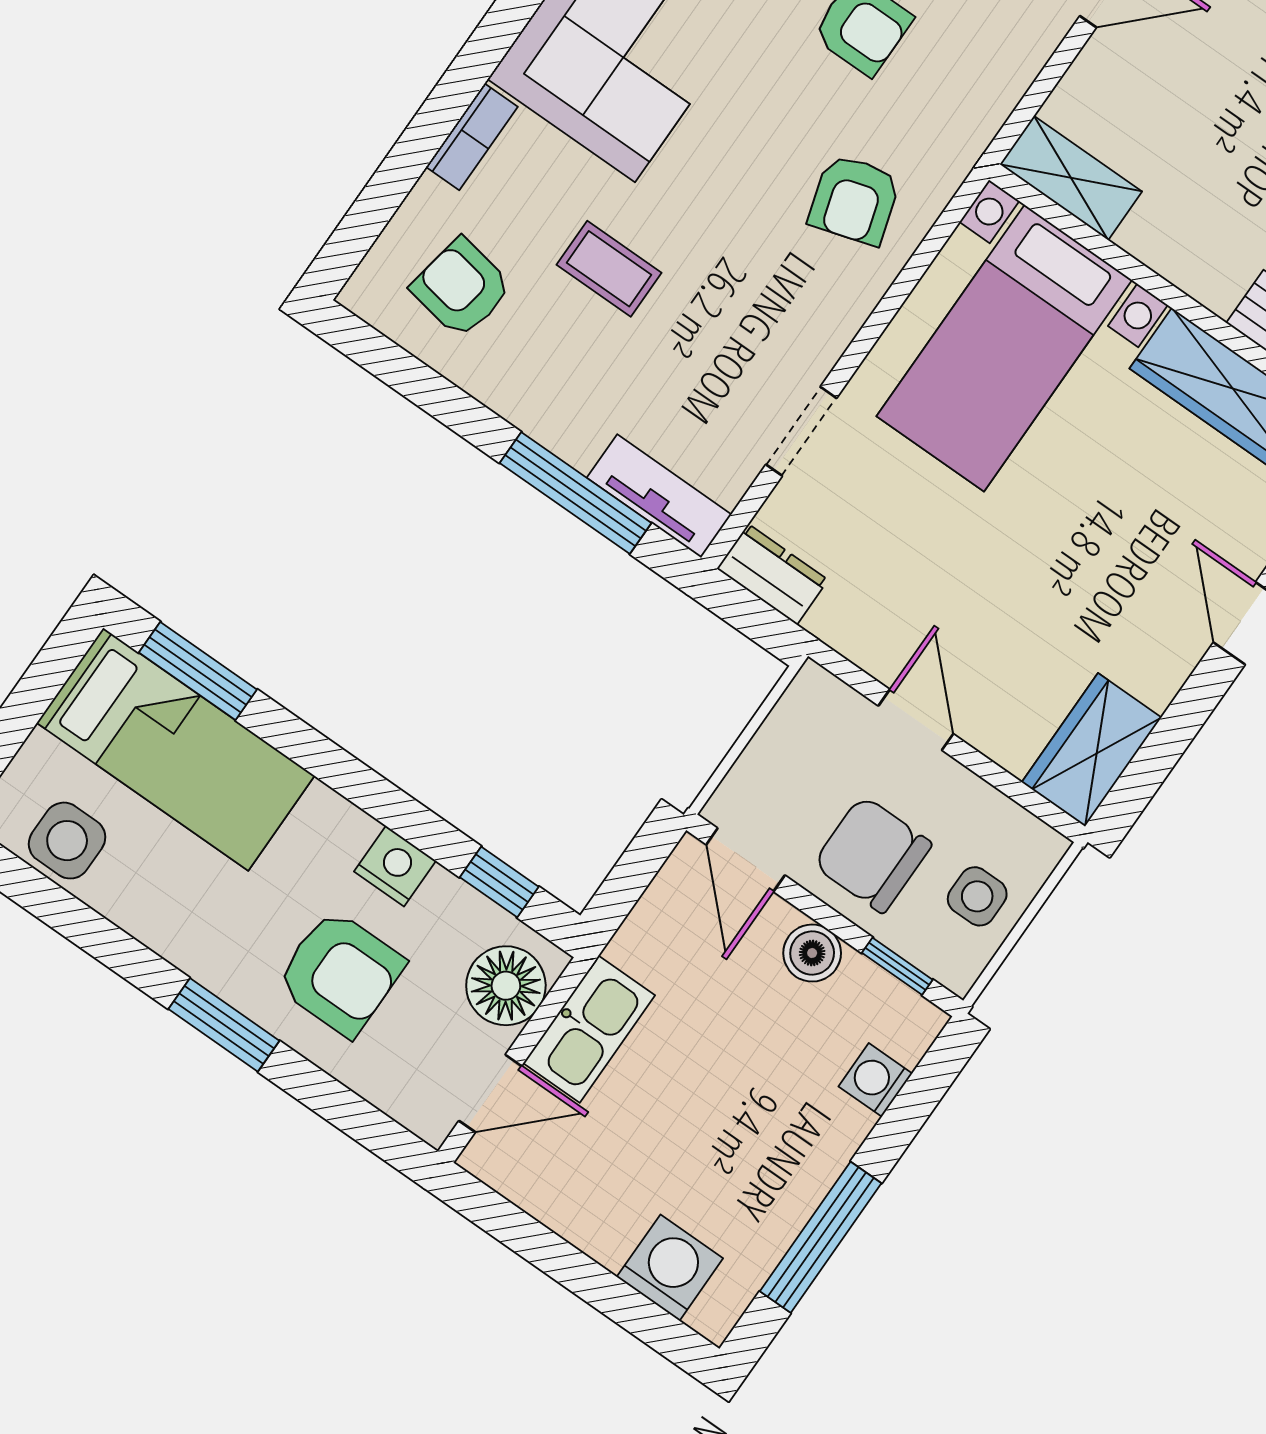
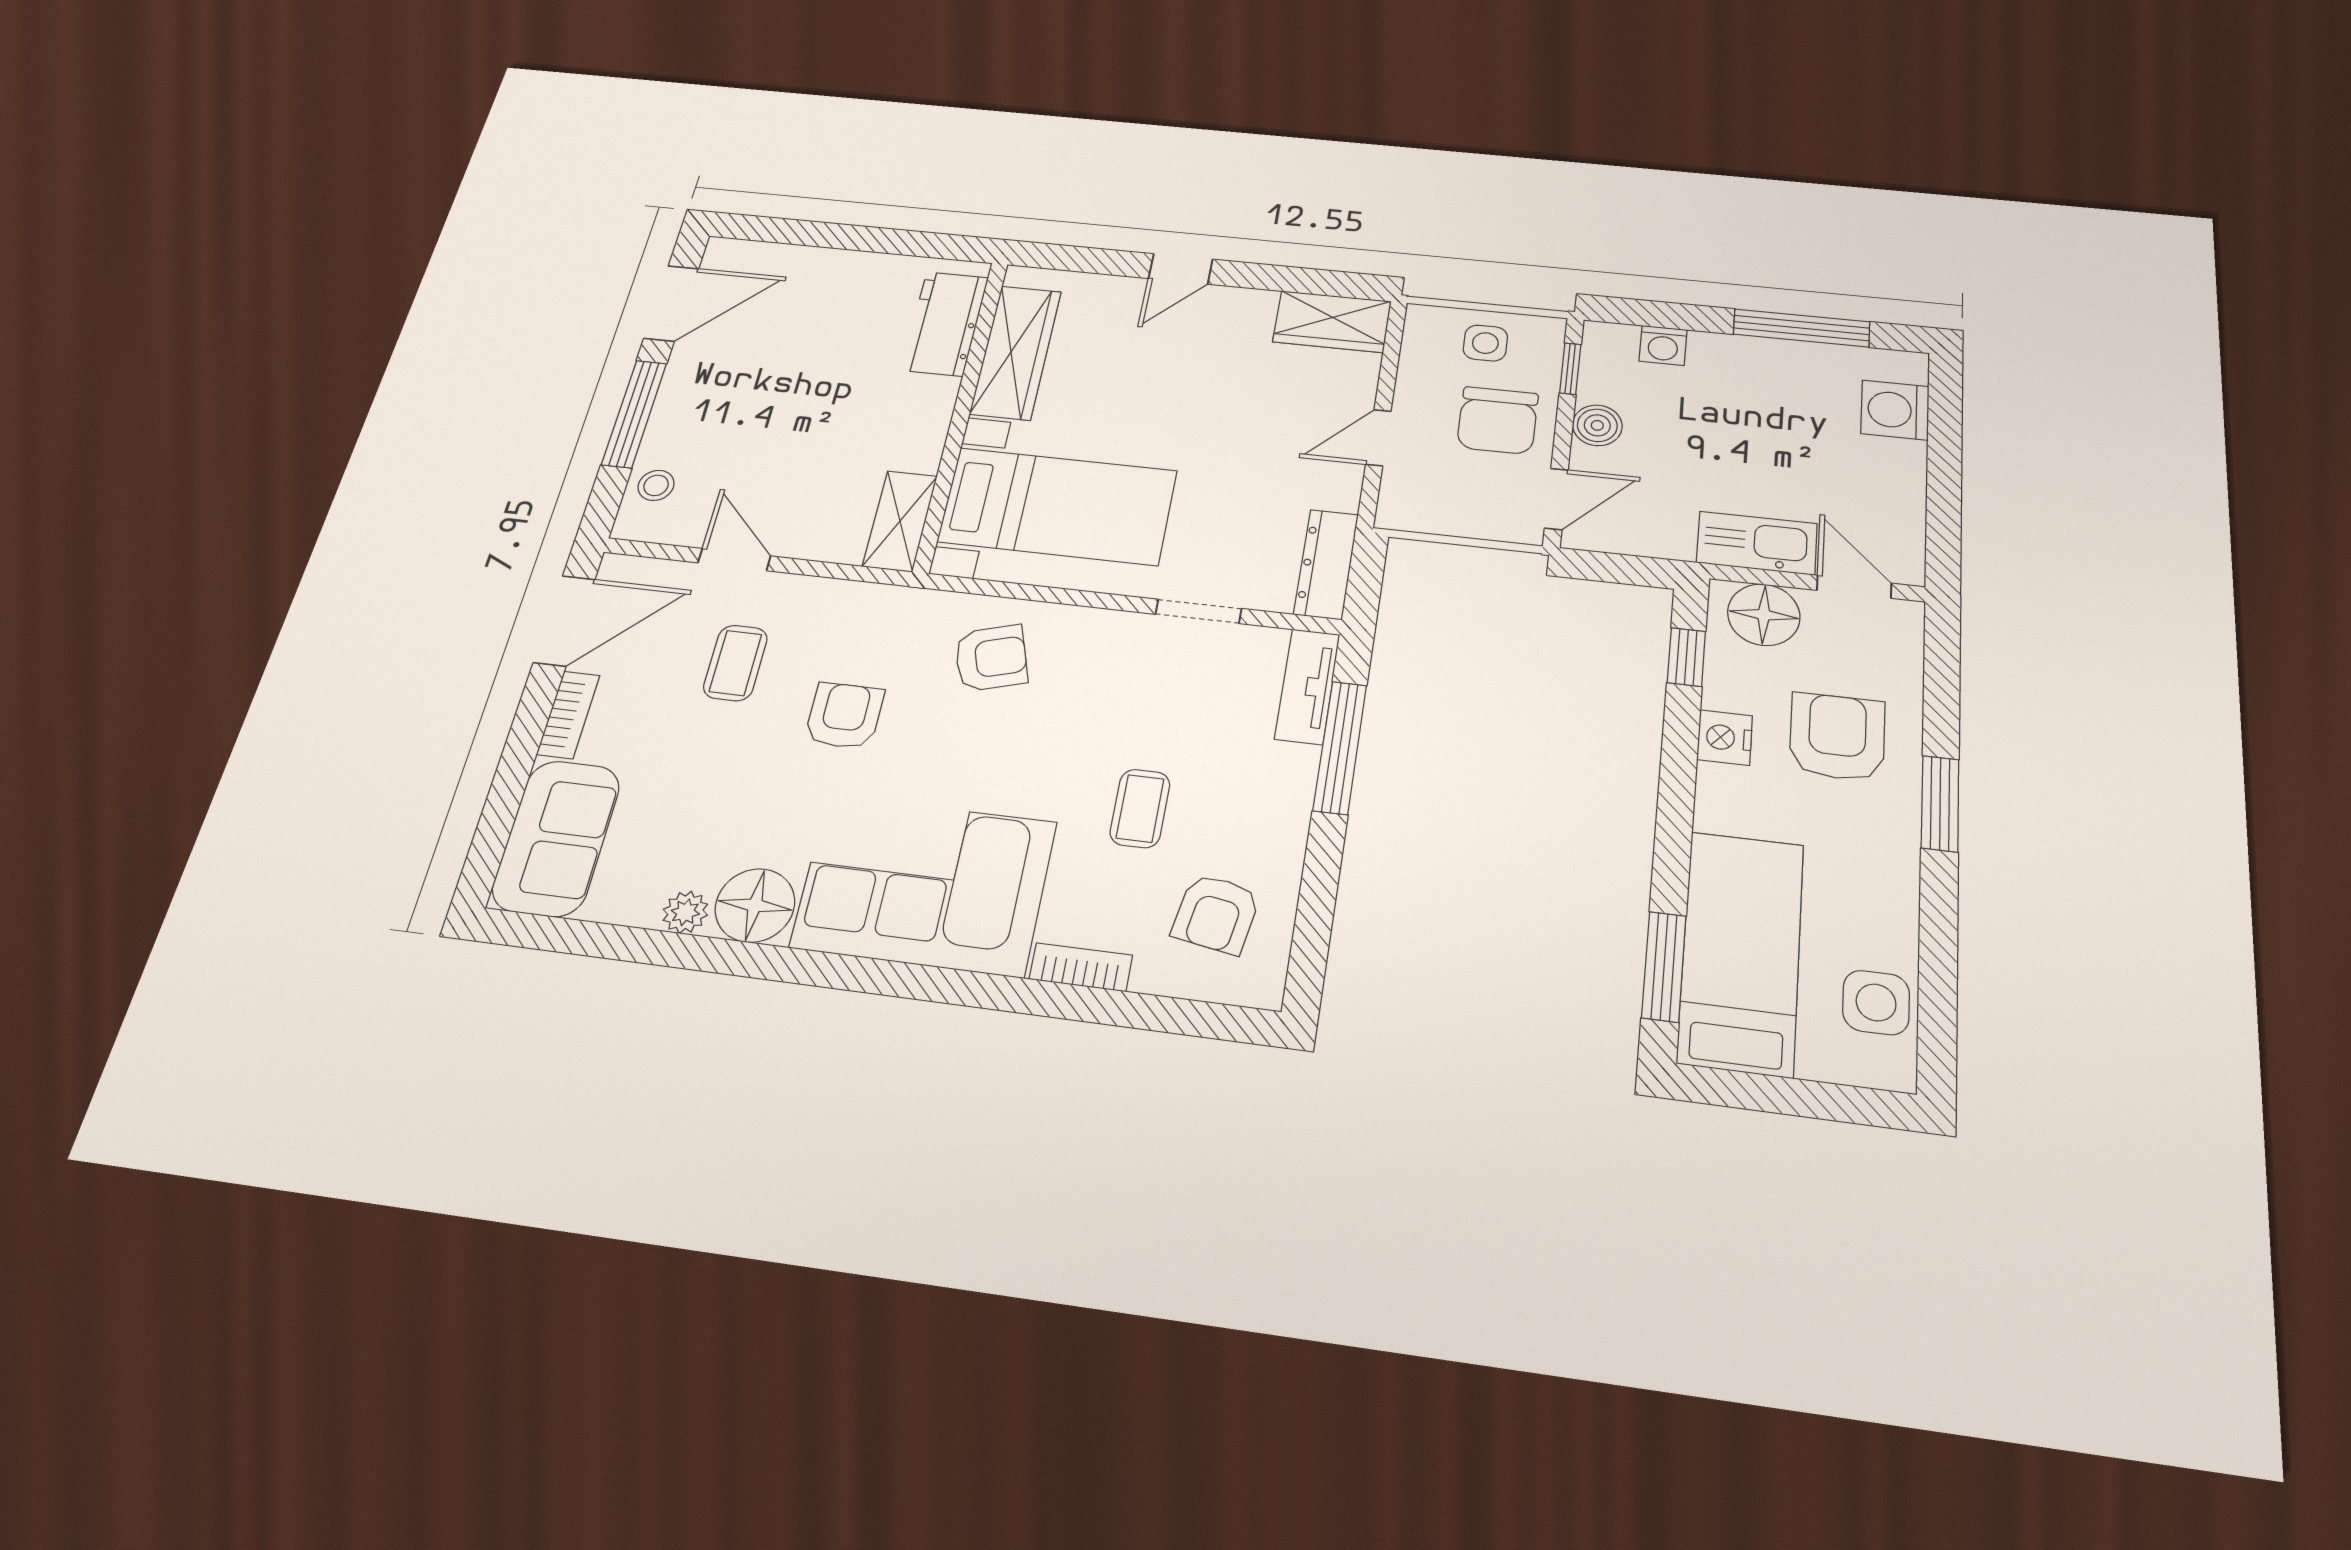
dresser: (772, 574) -> (1326, 564), width x1.44

